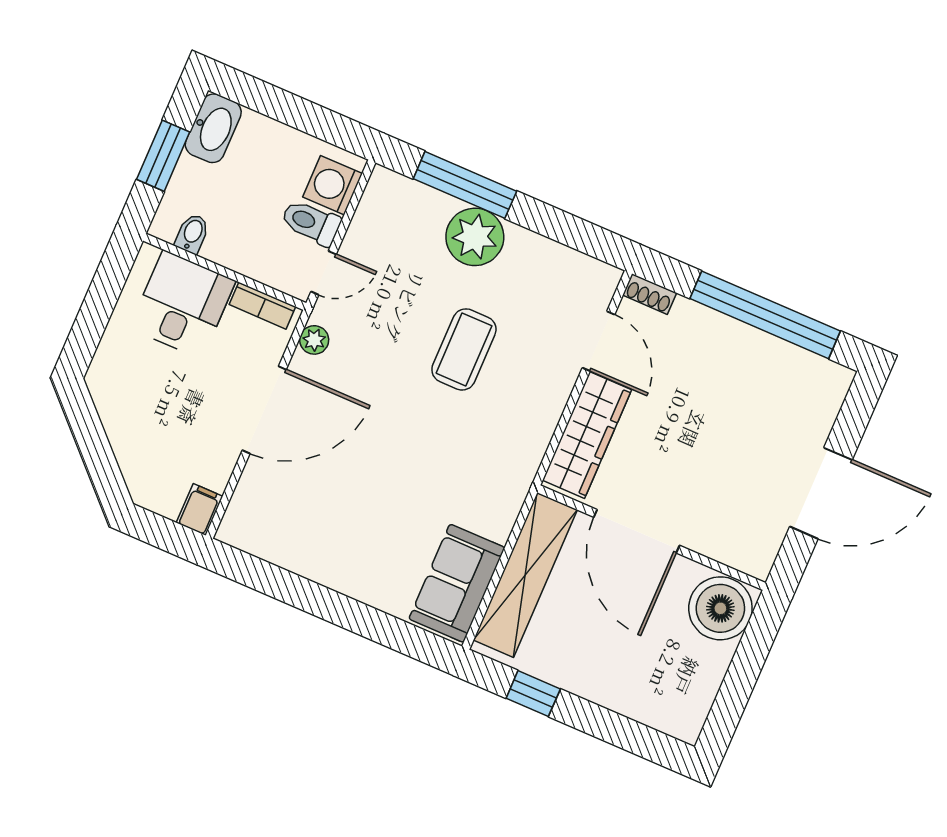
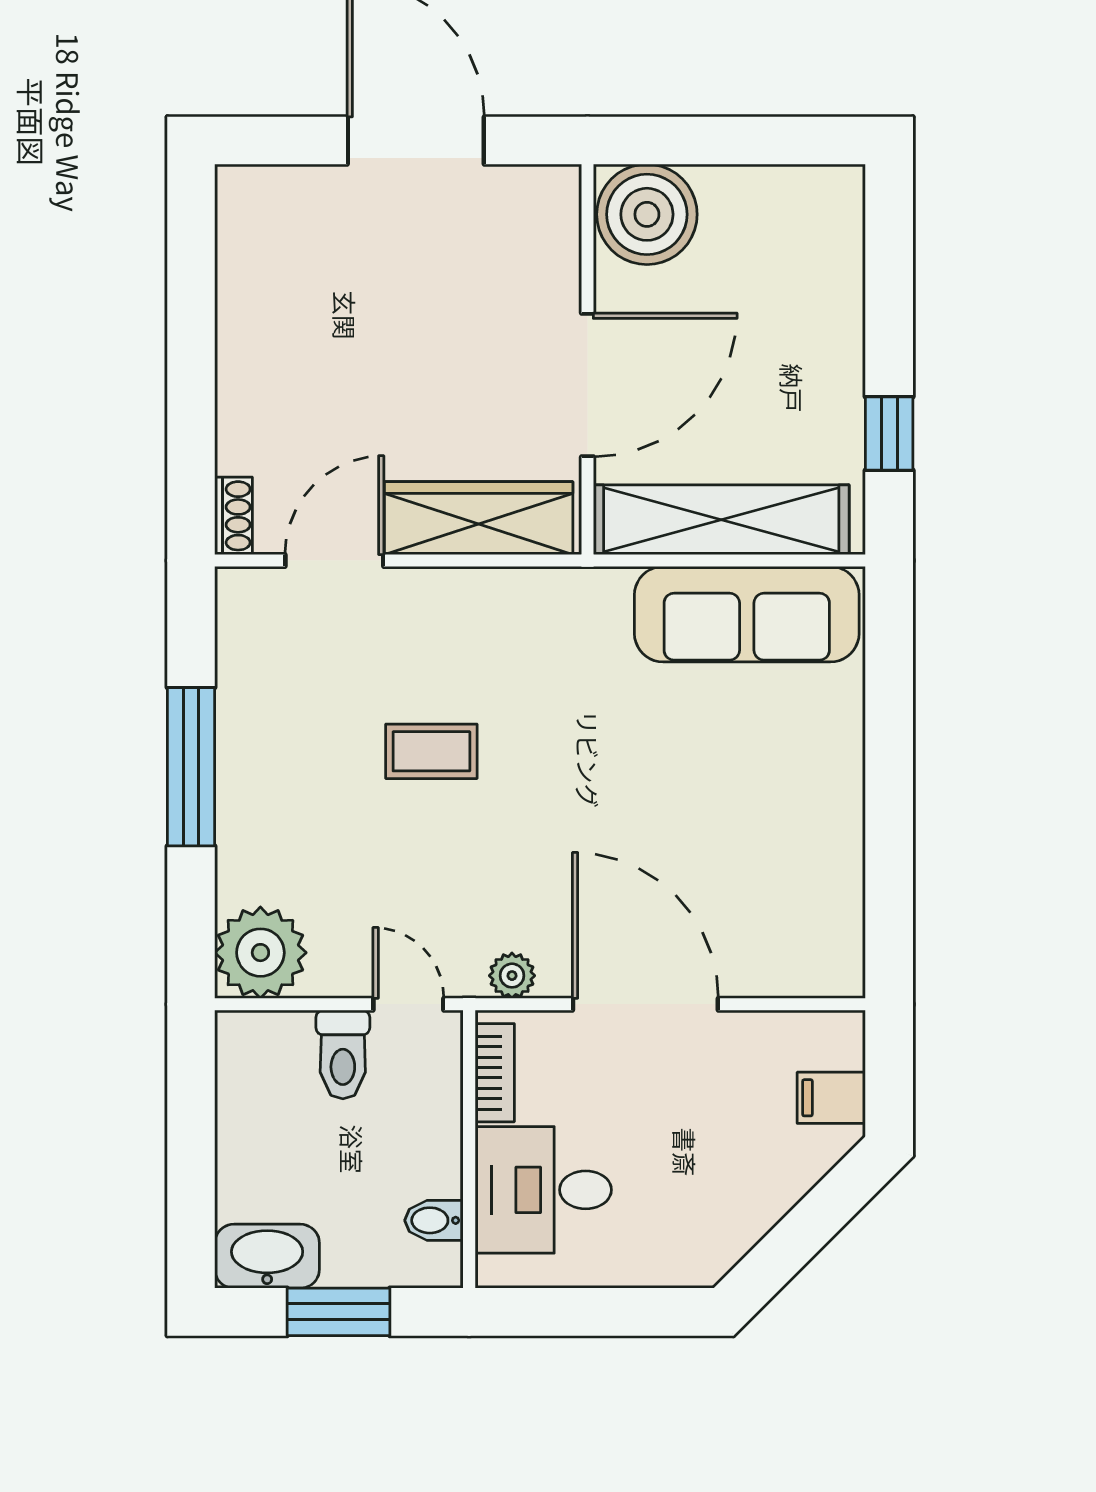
washing machine: (333, 185) -> (275, 1046), removed
window: (465, 185) -> (191, 767), moved
plant: (475, 237) -> (260, 953), moved
window: (765, 315) -> (191, 334), removed
coffee table: (464, 349) -> (431, 751), width x0.73, depth x0.77
filing cabinet: (200, 509) -> (831, 1098), moved
sofa: (457, 583) -> (747, 614), width x1.36

